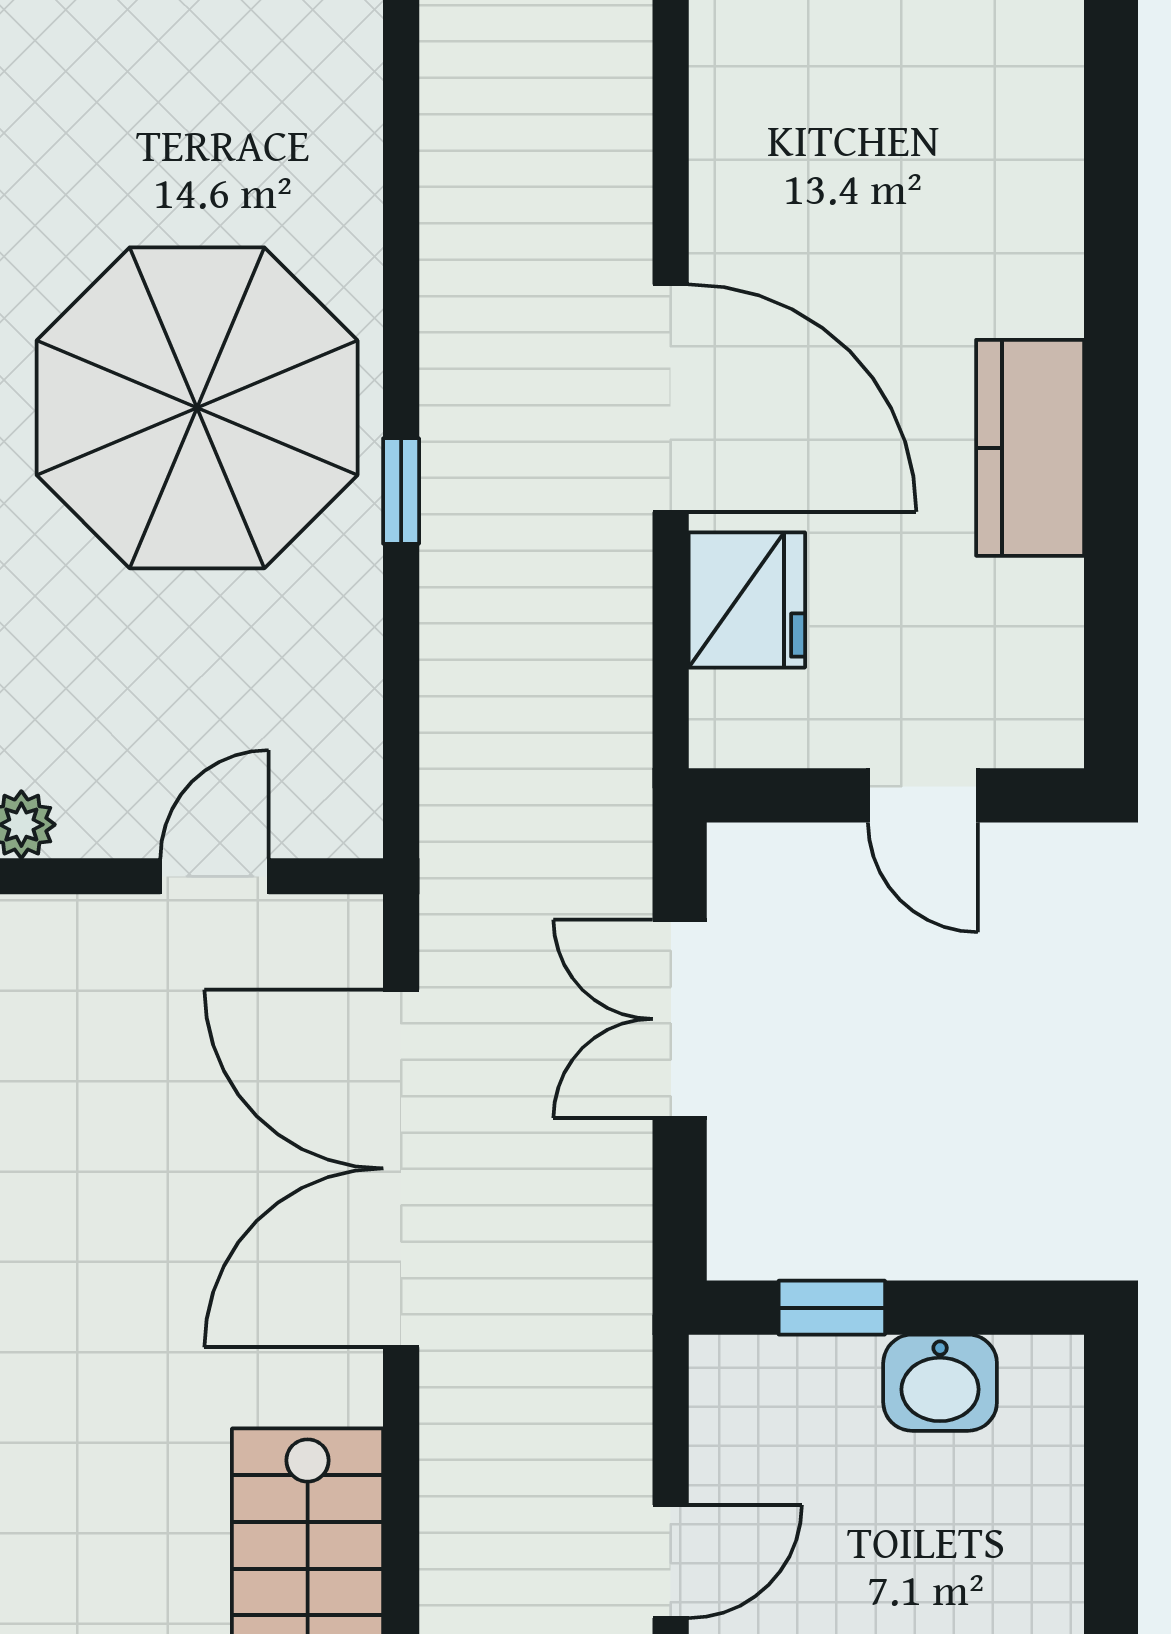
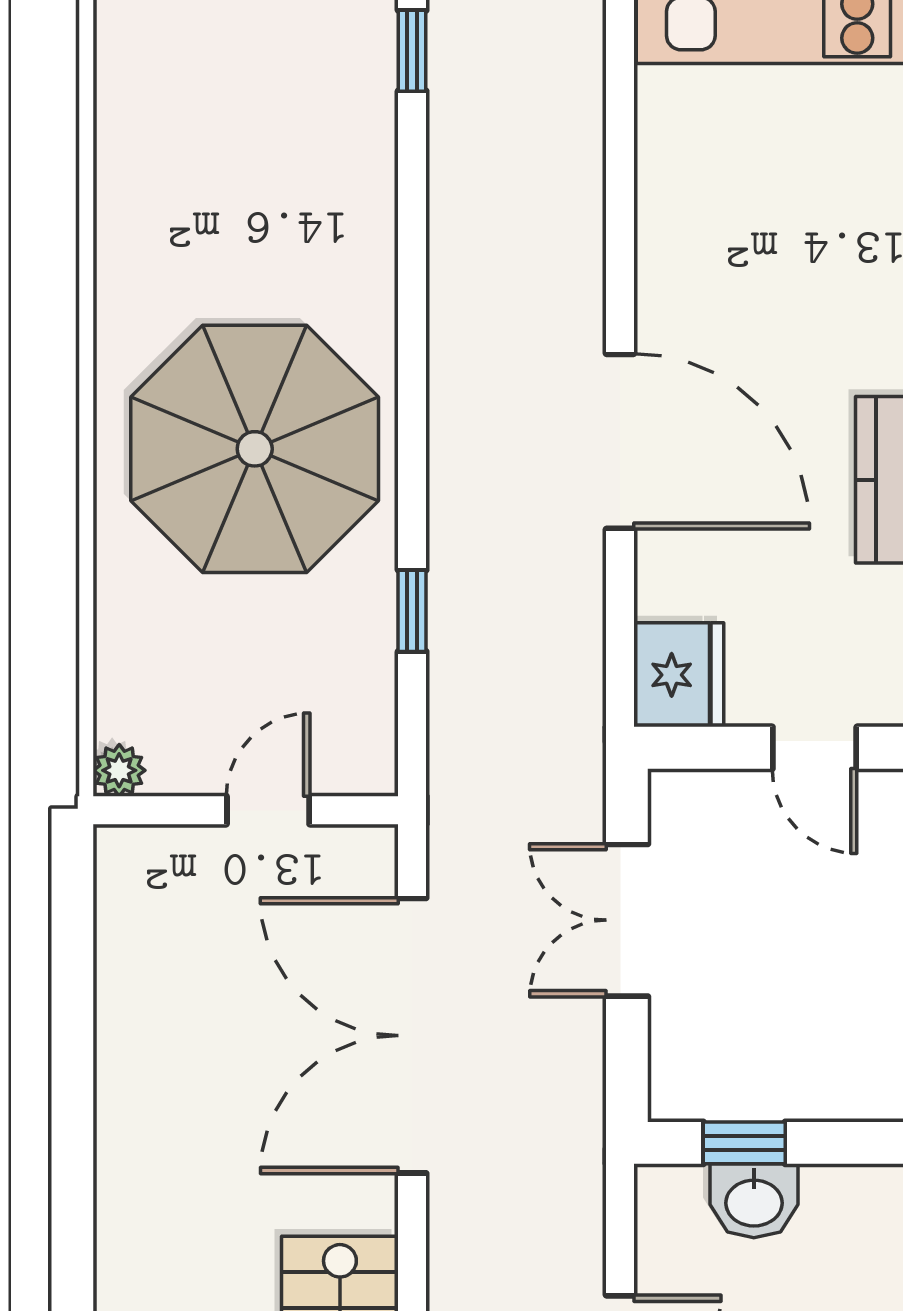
window: (401, 491) -> (412, 611), moved
fridge: (747, 600) -> (679, 675), moved
washbasin: (940, 1383) -> (754, 1201), moved

